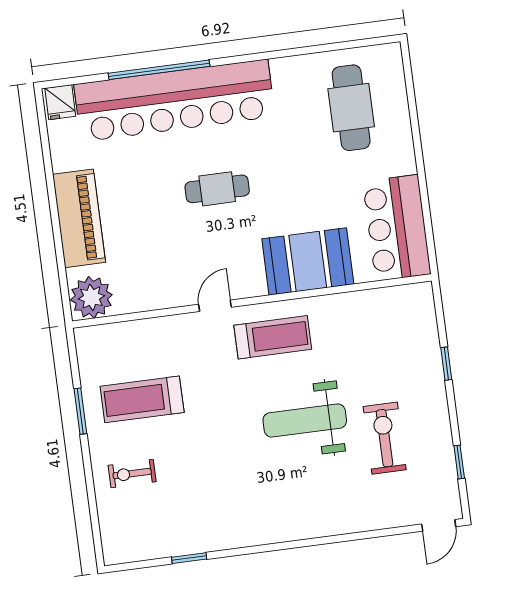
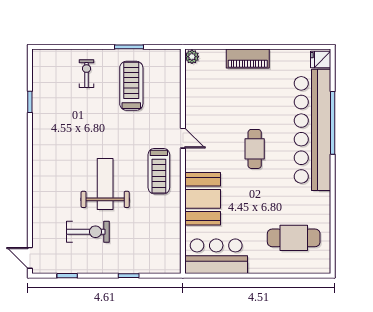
piano: (79, 218) -> (248, 58), width x0.73, depth x0.75
plant: (91, 297) -> (192, 57), width x0.53, depth x0.53

